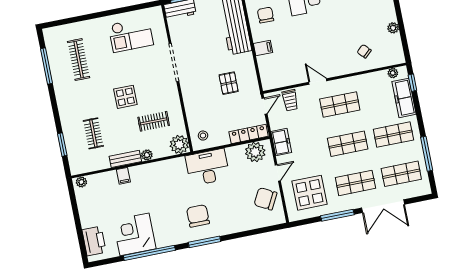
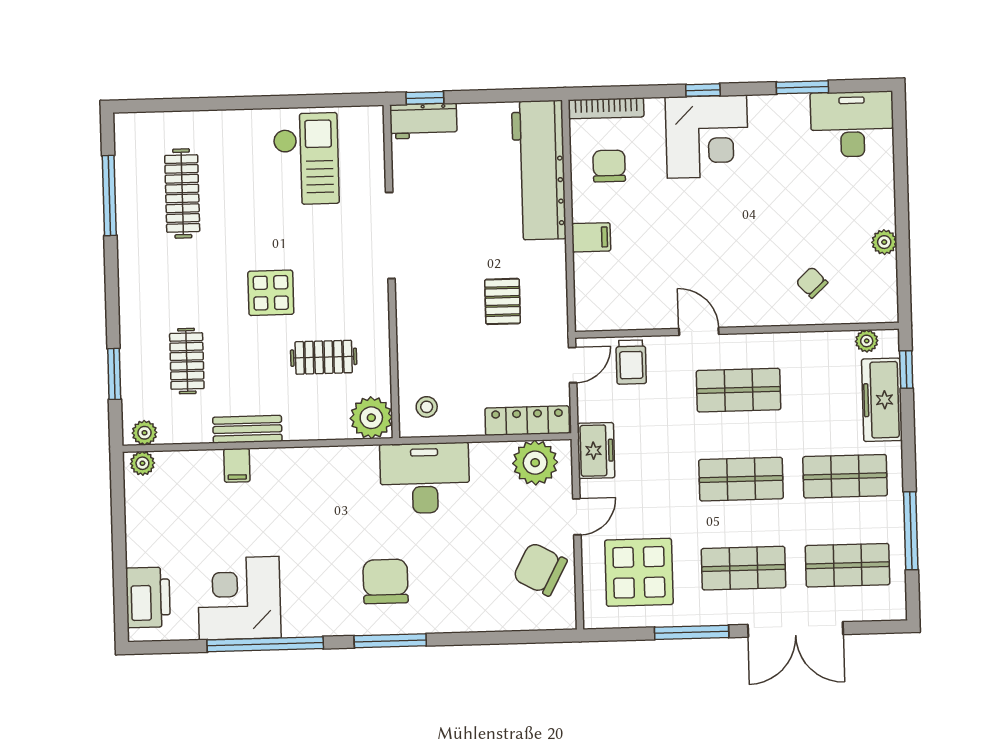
checkout: (131, 35) -> (306, 159), turned -90
plant: (147, 155) -> (144, 433), moved

